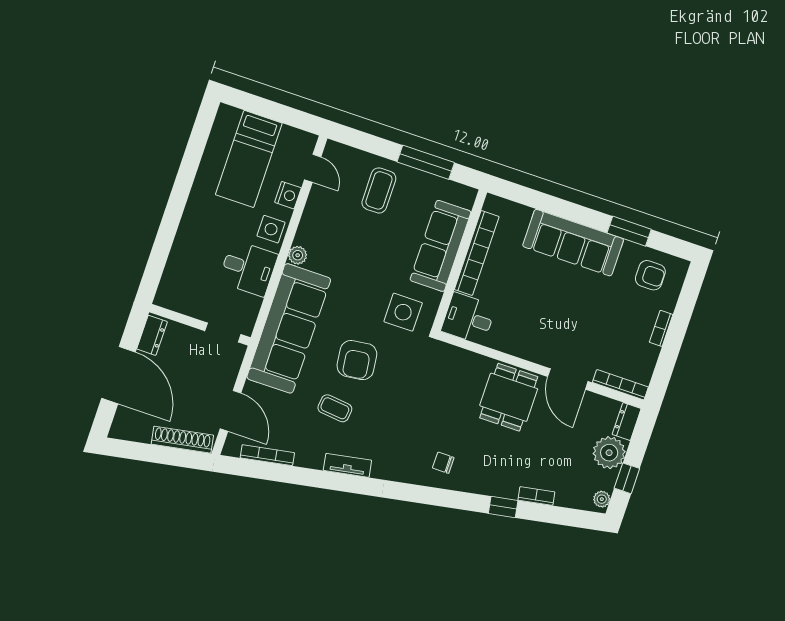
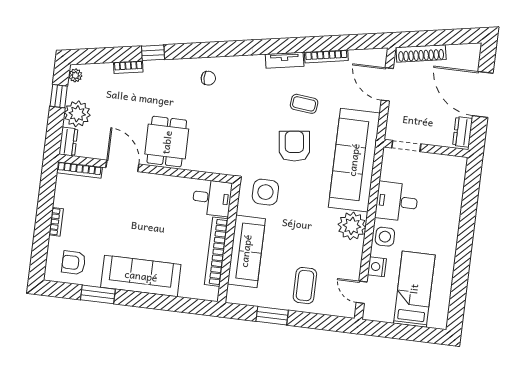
window: (426, 162) -> (272, 316), width x0.69
plant: (298, 255) -> (352, 226), width x1.87, depth x1.87
bookcase: (267, 455) -> (326, 56), moved

